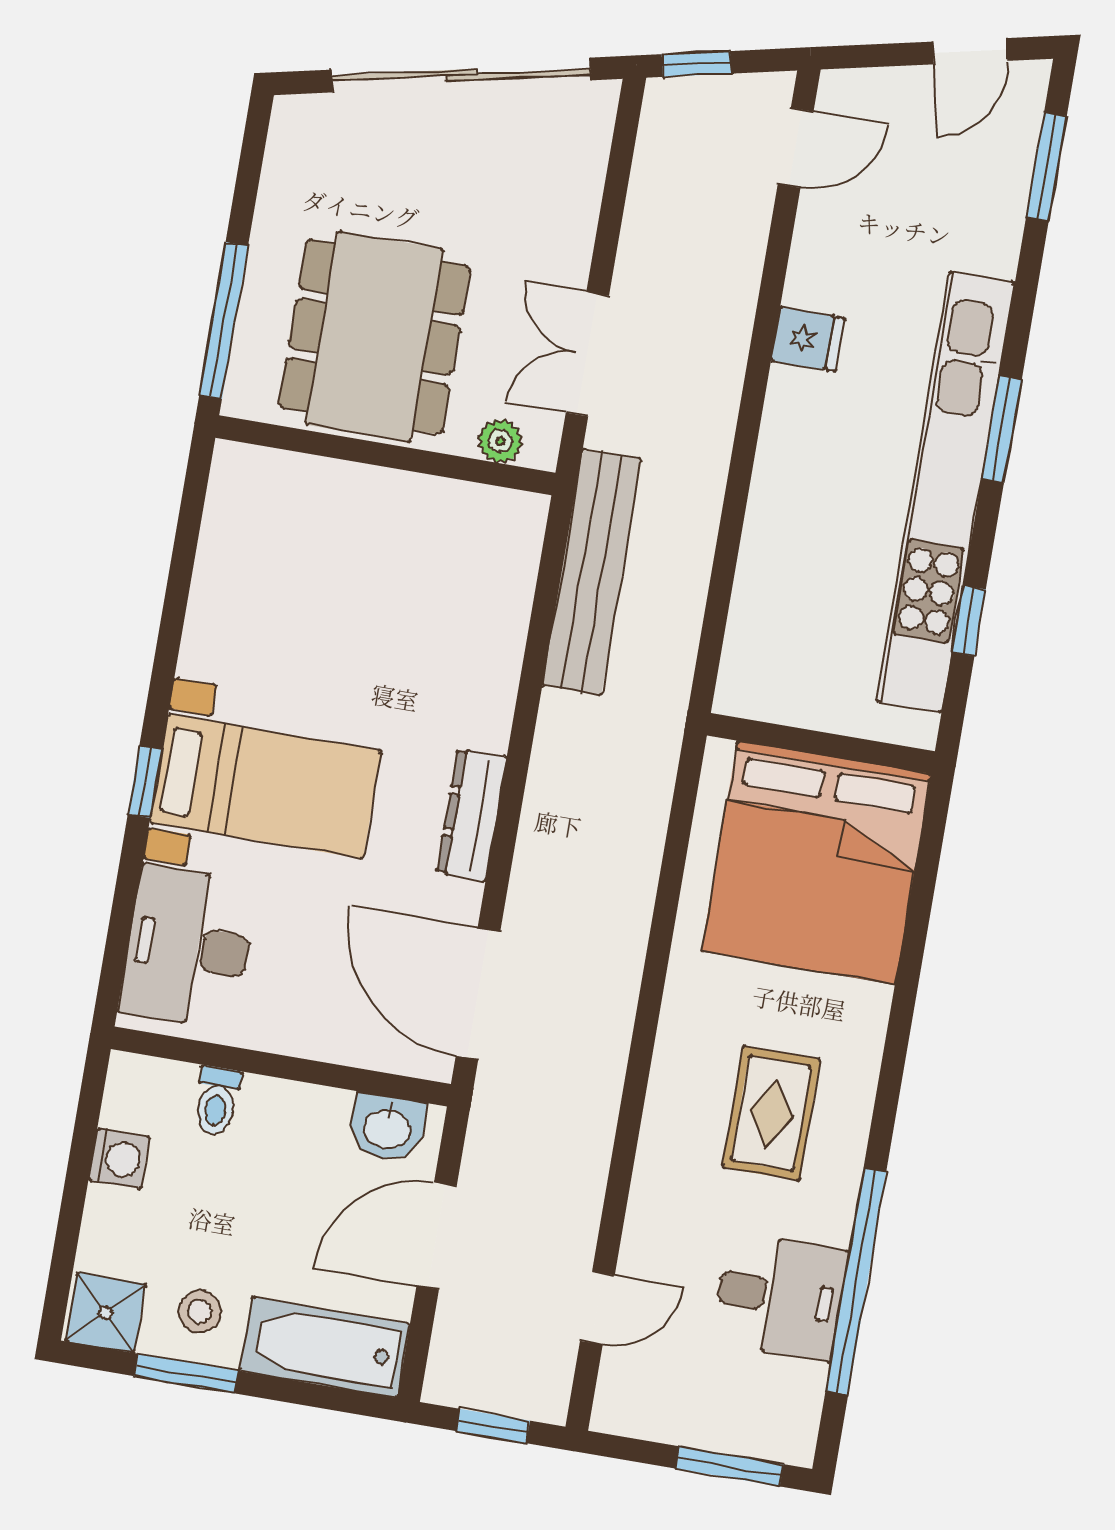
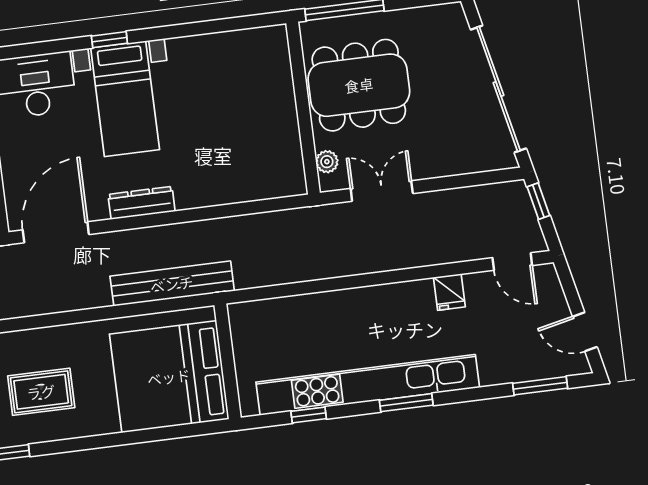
fridge: (808, 339) -> (449, 292), moved
bench: (592, 572) -> (172, 284), moved

